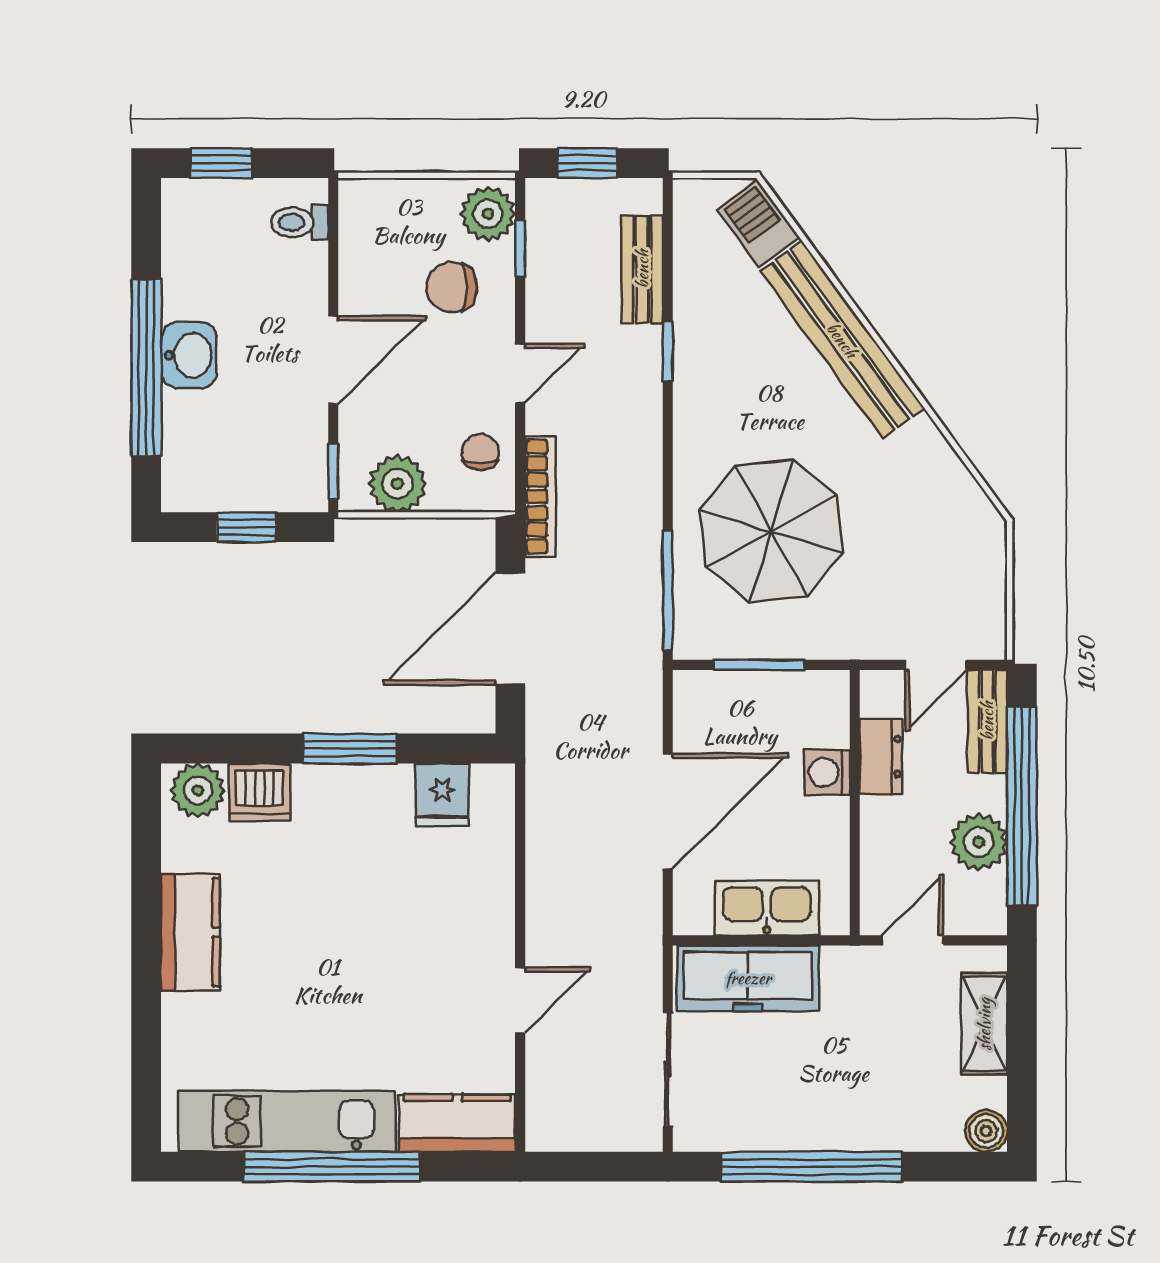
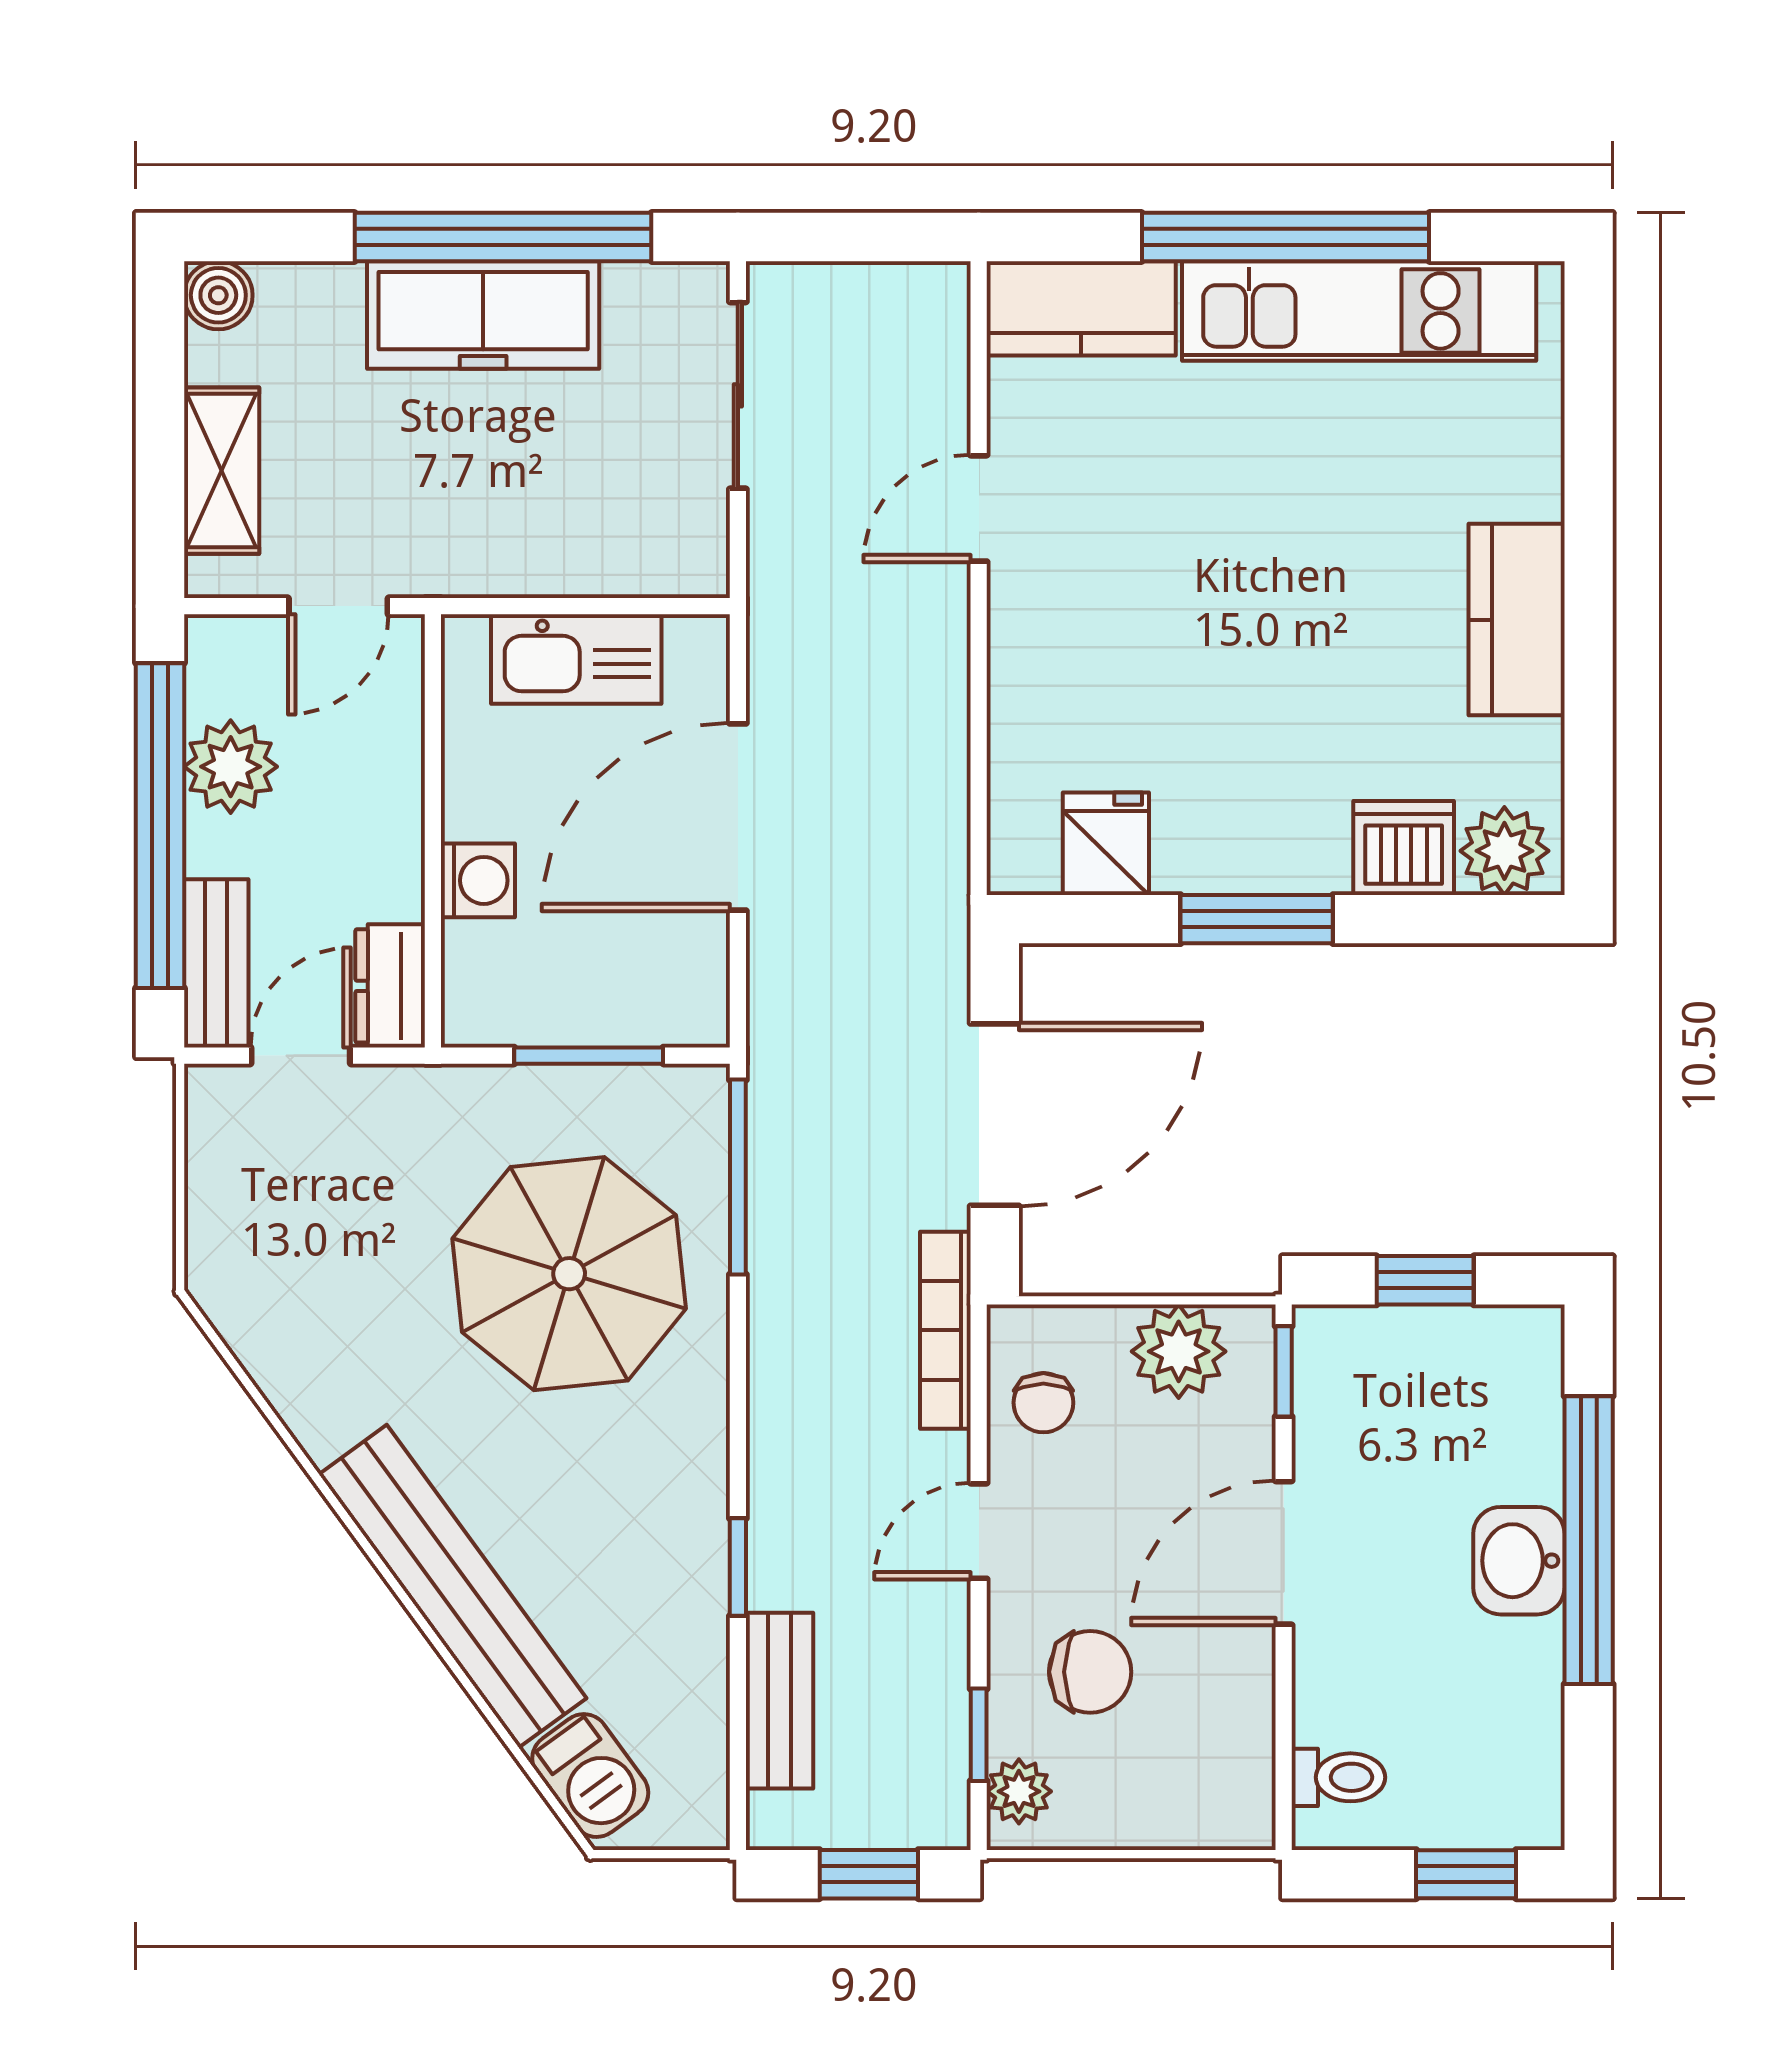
plant: (488, 214) -> (1019, 1791), width x0.73, depth x0.73
dresser: (881, 756) -> (390, 986), moved
freezer: (748, 978) -> (483, 315), moved, turned 180

